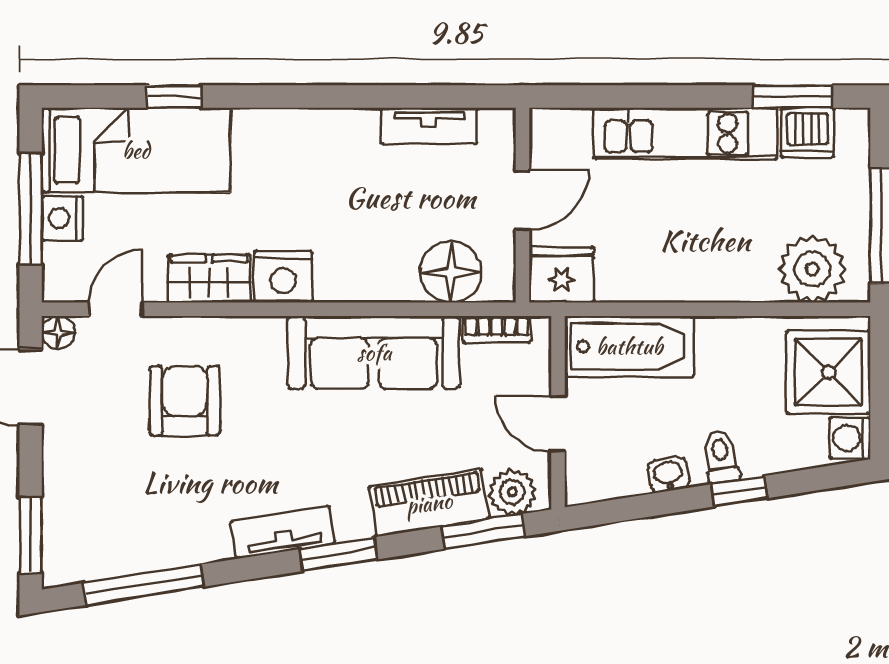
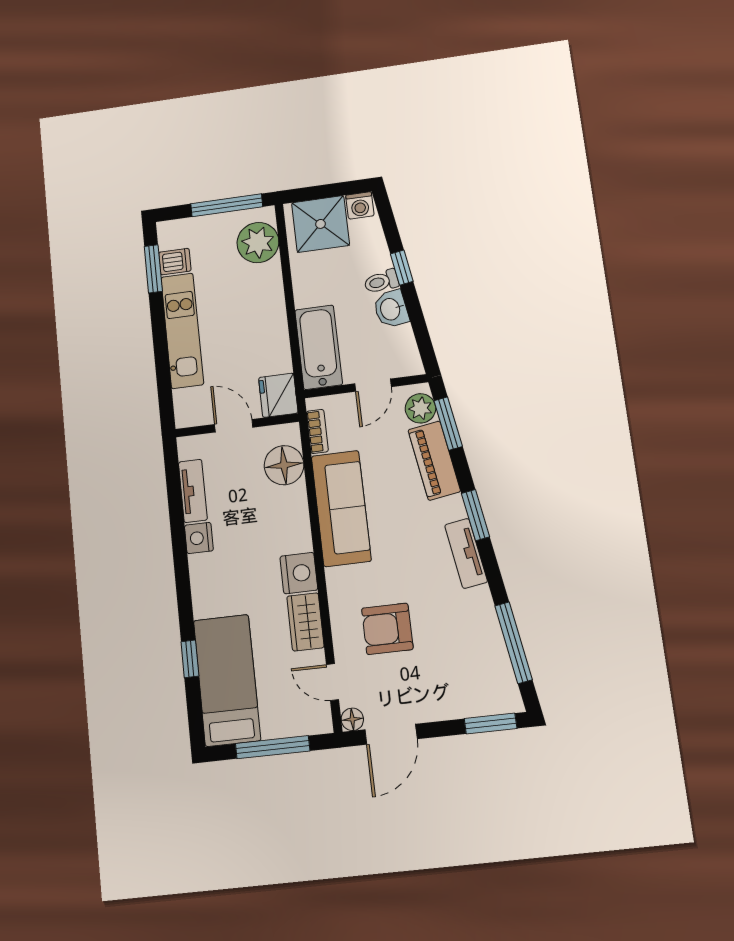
dishwasher: (807, 132) -> (175, 262), width x0.73
nightstand: (62, 218) -> (199, 538), moved, turned 90
washbasin: (668, 475) -> (391, 309), width x1.38, depth x1.45

